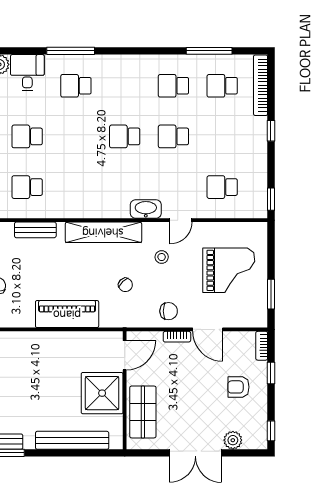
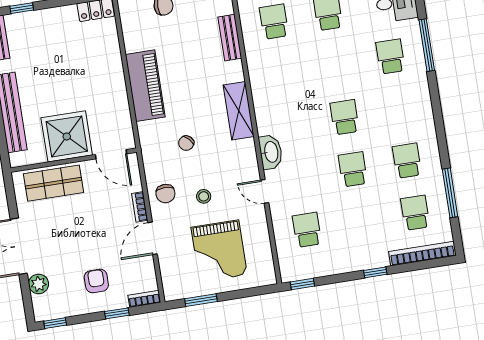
shelving: (103, 232) -> (239, 111), width x0.68
stool: (162, 257) -> (204, 196), moved

